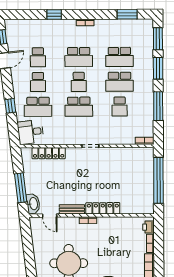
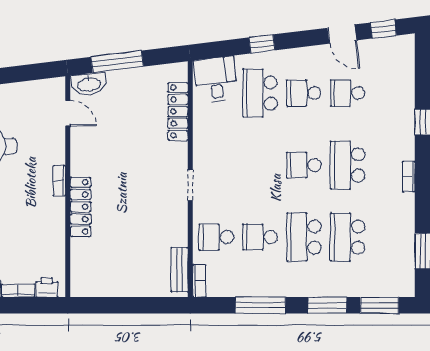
school desk: (79, 107) -> (216, 237), moved, width x0.54
window: (158, 180) -> (129, 305), removed
bench: (72, 209) -> (179, 270), moved
door: (50, 216) -> (68, 113), swing flipped

